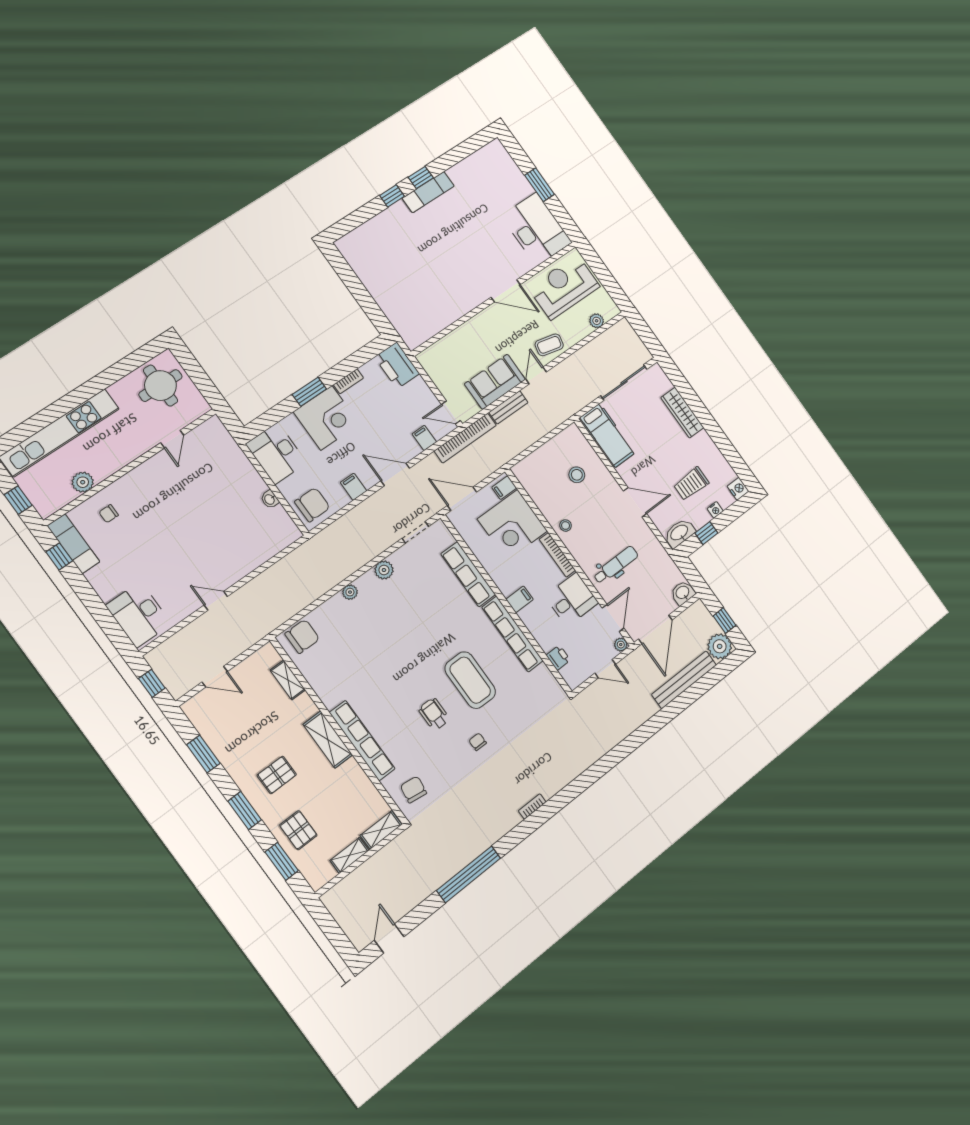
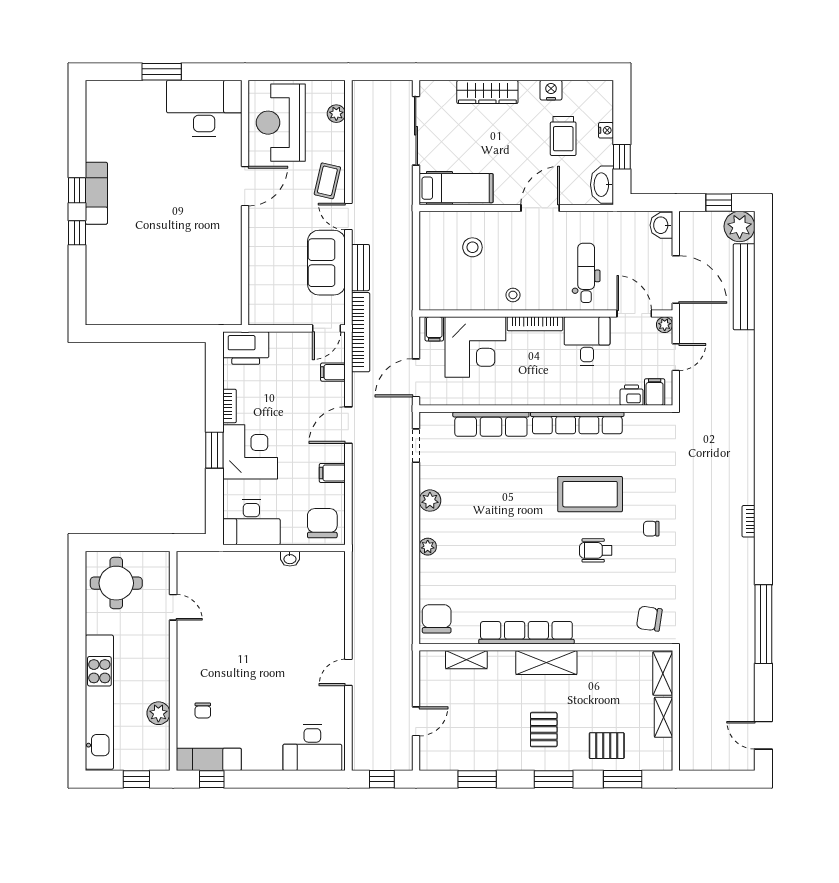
nightstand: (738, 489) -> (551, 90), moved
filing cabinet: (519, 599) -> (655, 392), moved
row of seats: (362, 741) -> (526, 633), moved

